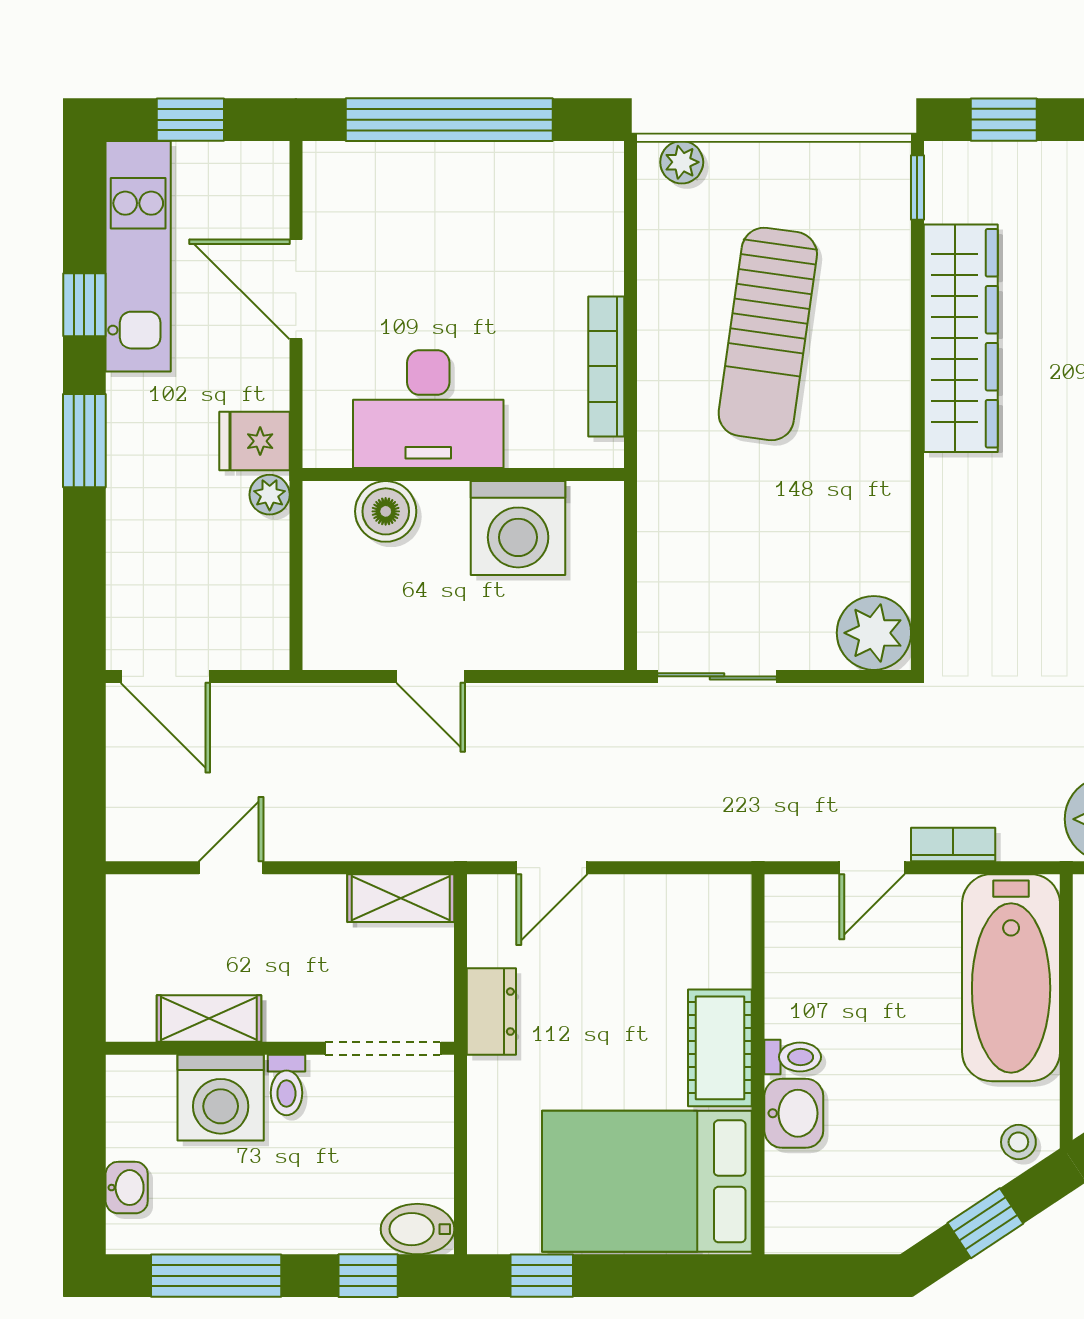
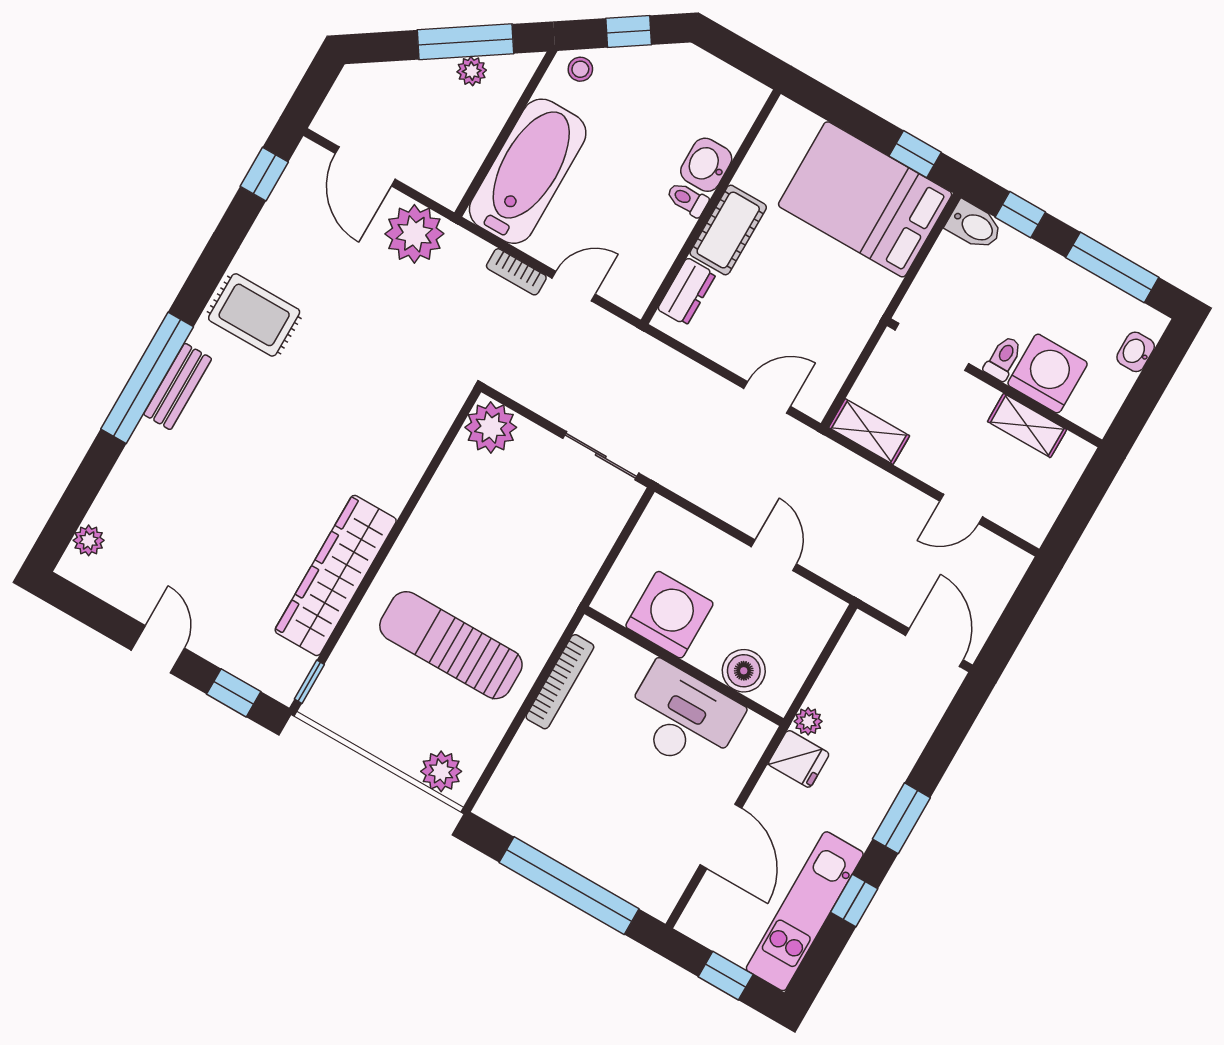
plant: (682, 162) -> (441, 771), width x1.38, depth x1.38
sun lounger: (768, 334) -> (451, 645), turned -98
dresser: (491, 1012) -> (687, 292), moved, turned 180
bed: (647, 1181) -> (865, 199), moved, turned 180

